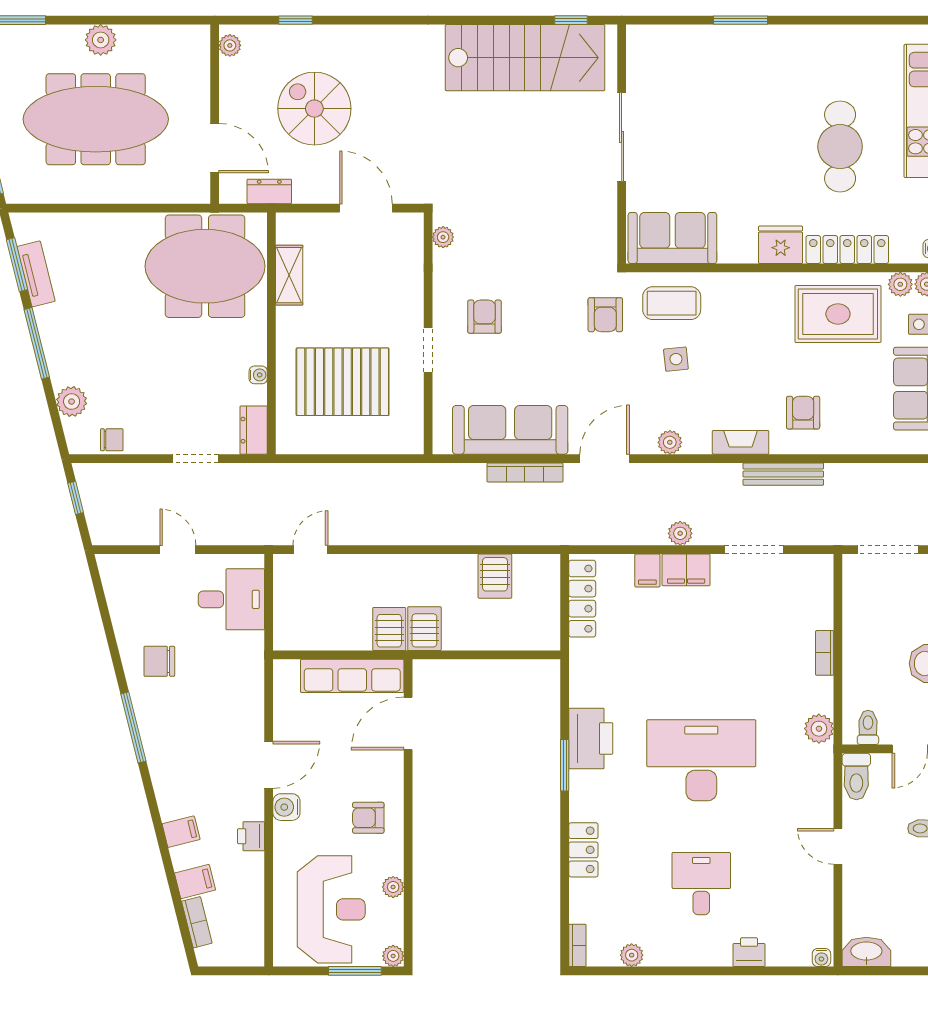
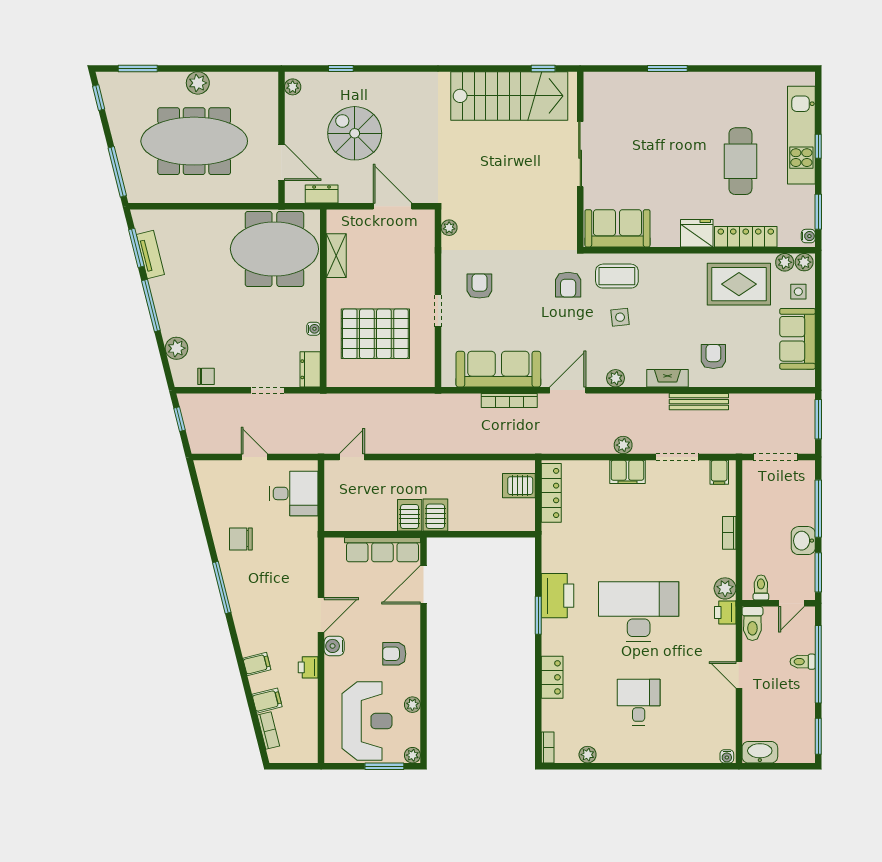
filing cabinet: (647, 570) -> (719, 472), moved
server rack: (495, 576) -> (519, 486), moved, turned 90
printer: (749, 952) -> (725, 613), moved, turned -90

